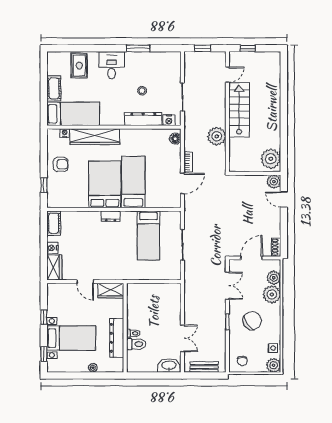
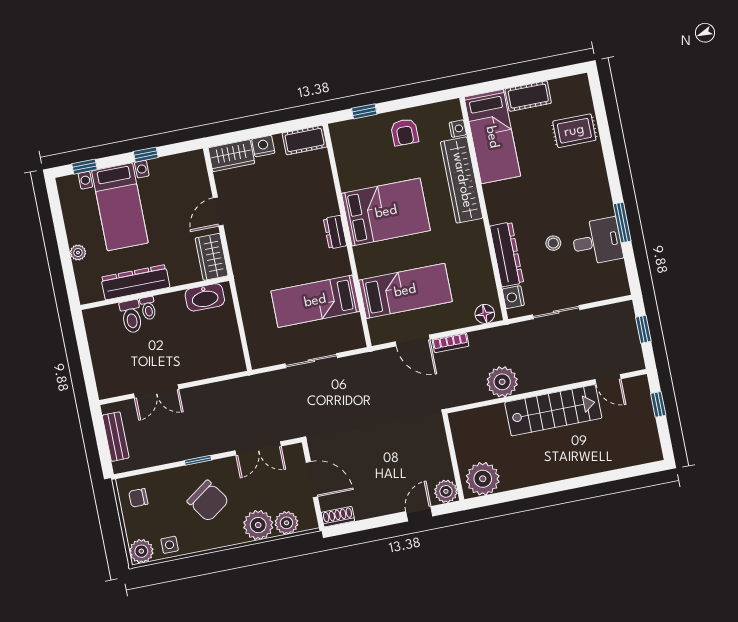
desk: (112, 65) -> (597, 241), moved
bed: (133, 182) -> (405, 291), moved
washbasin: (169, 366) -> (205, 297), moved, turned 90

